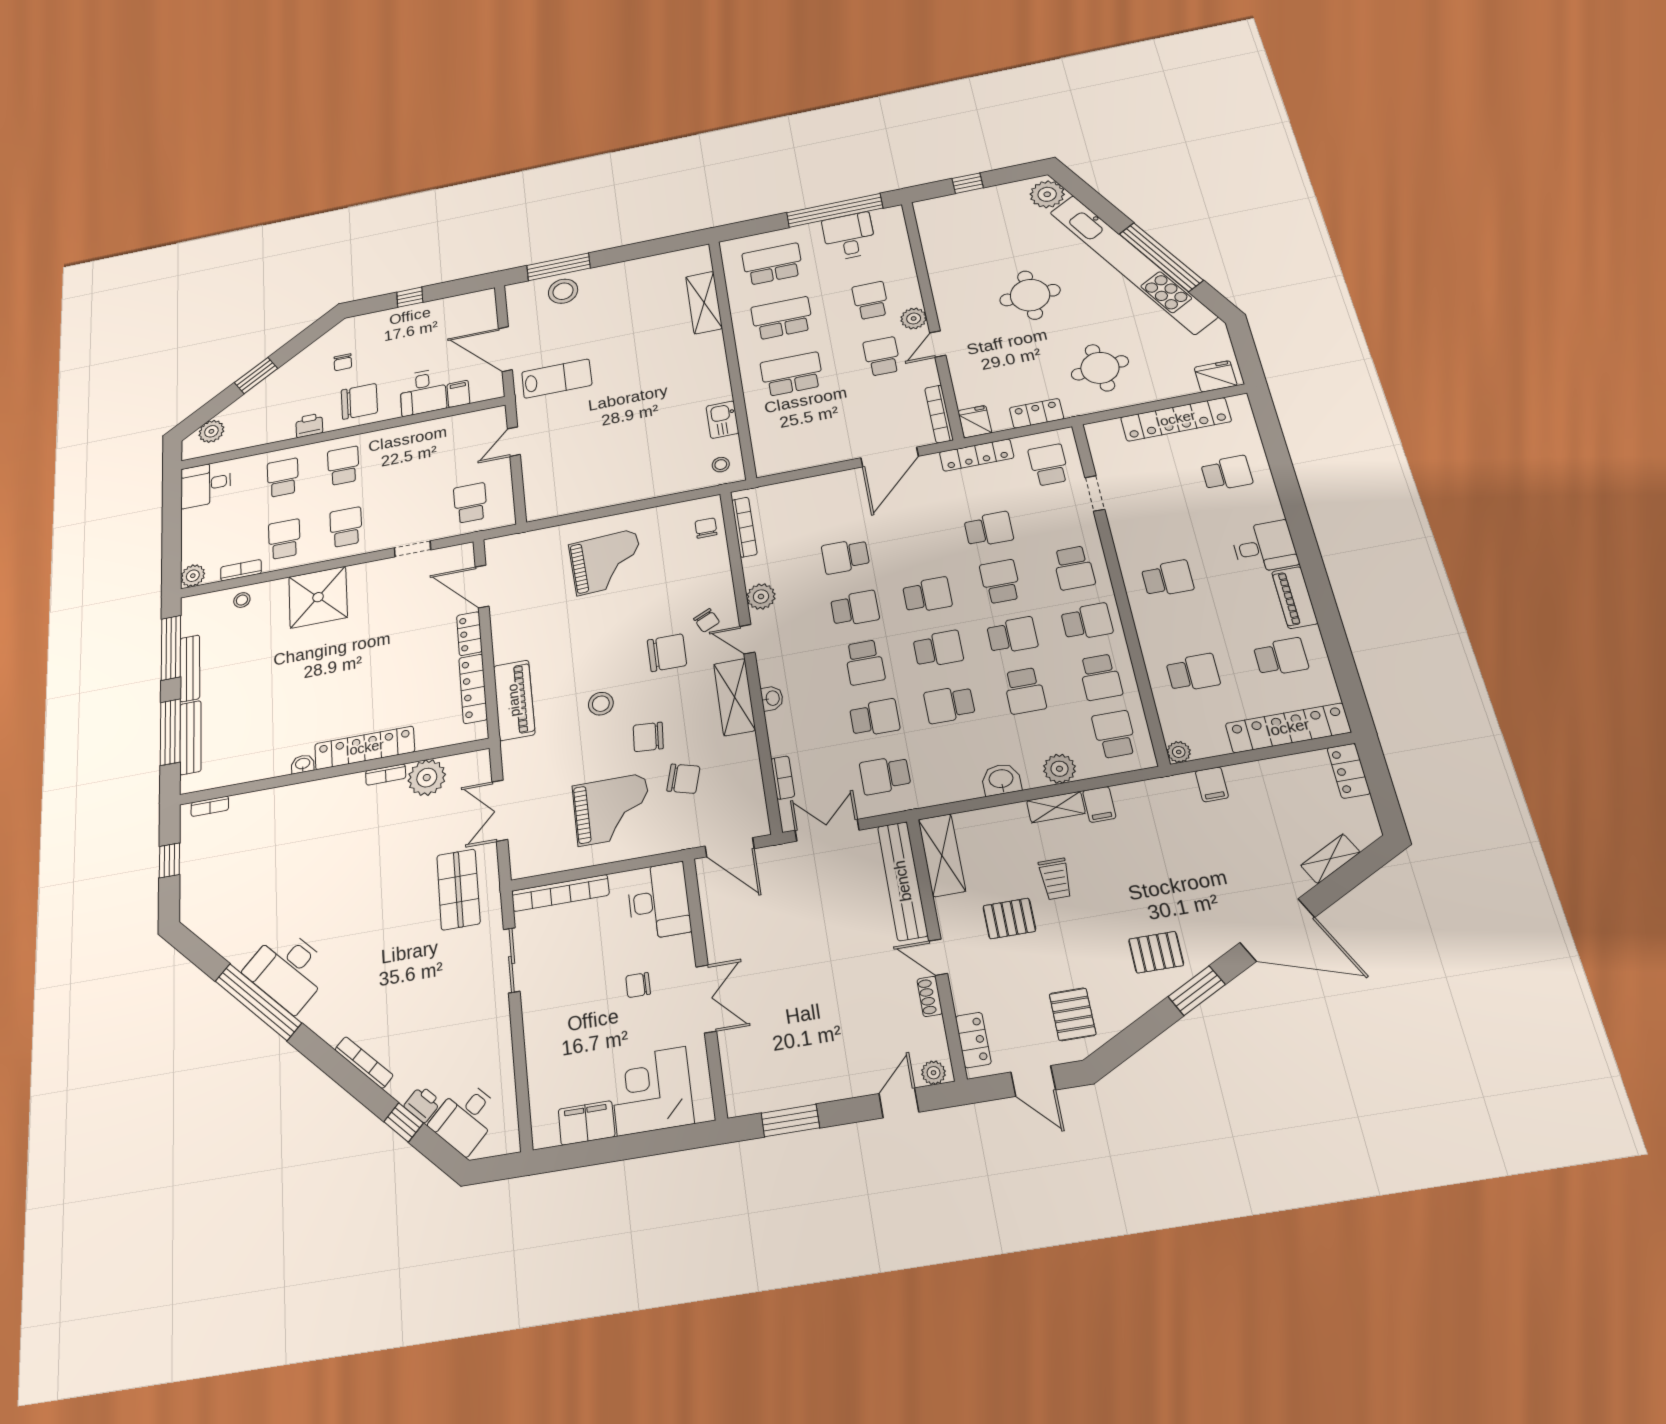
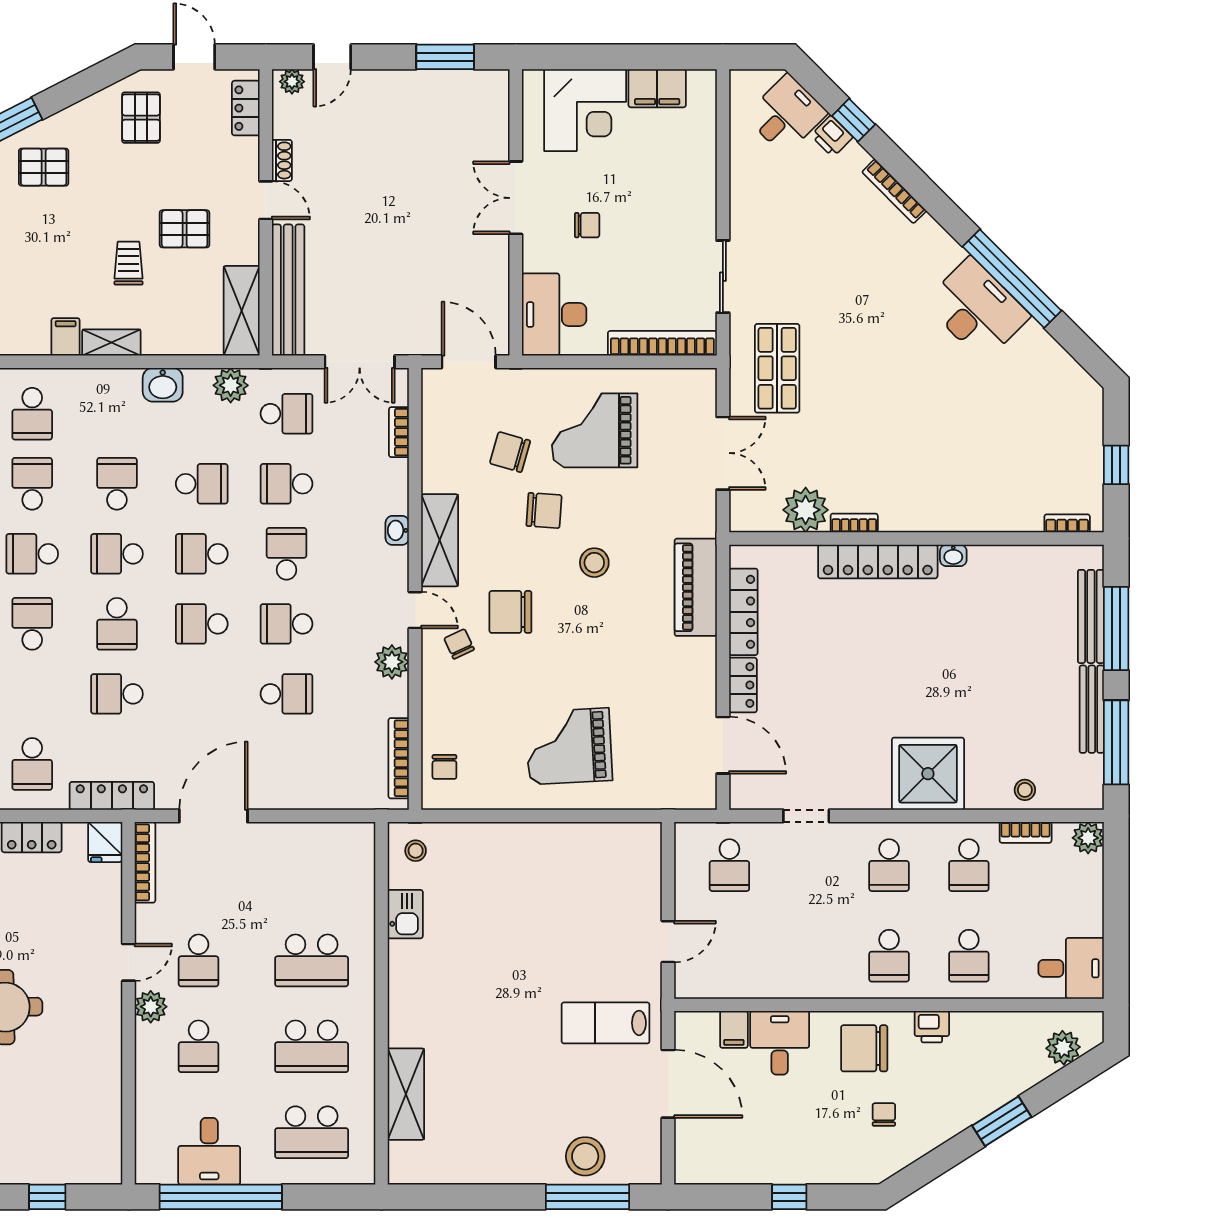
plant: (1059, 769) -> (231, 385), moved

